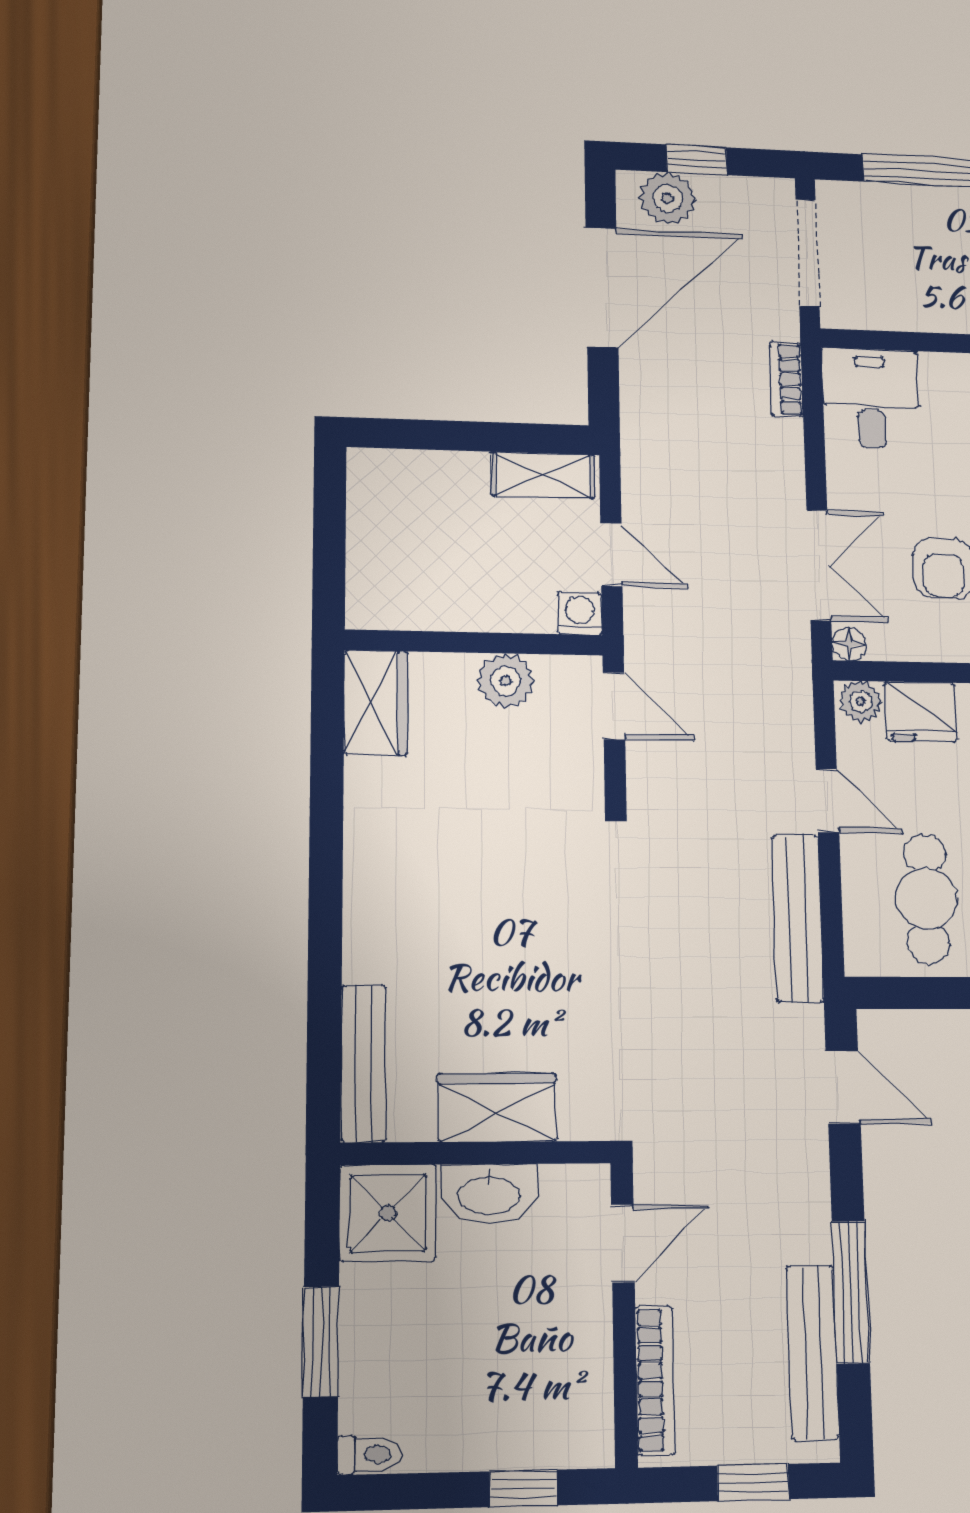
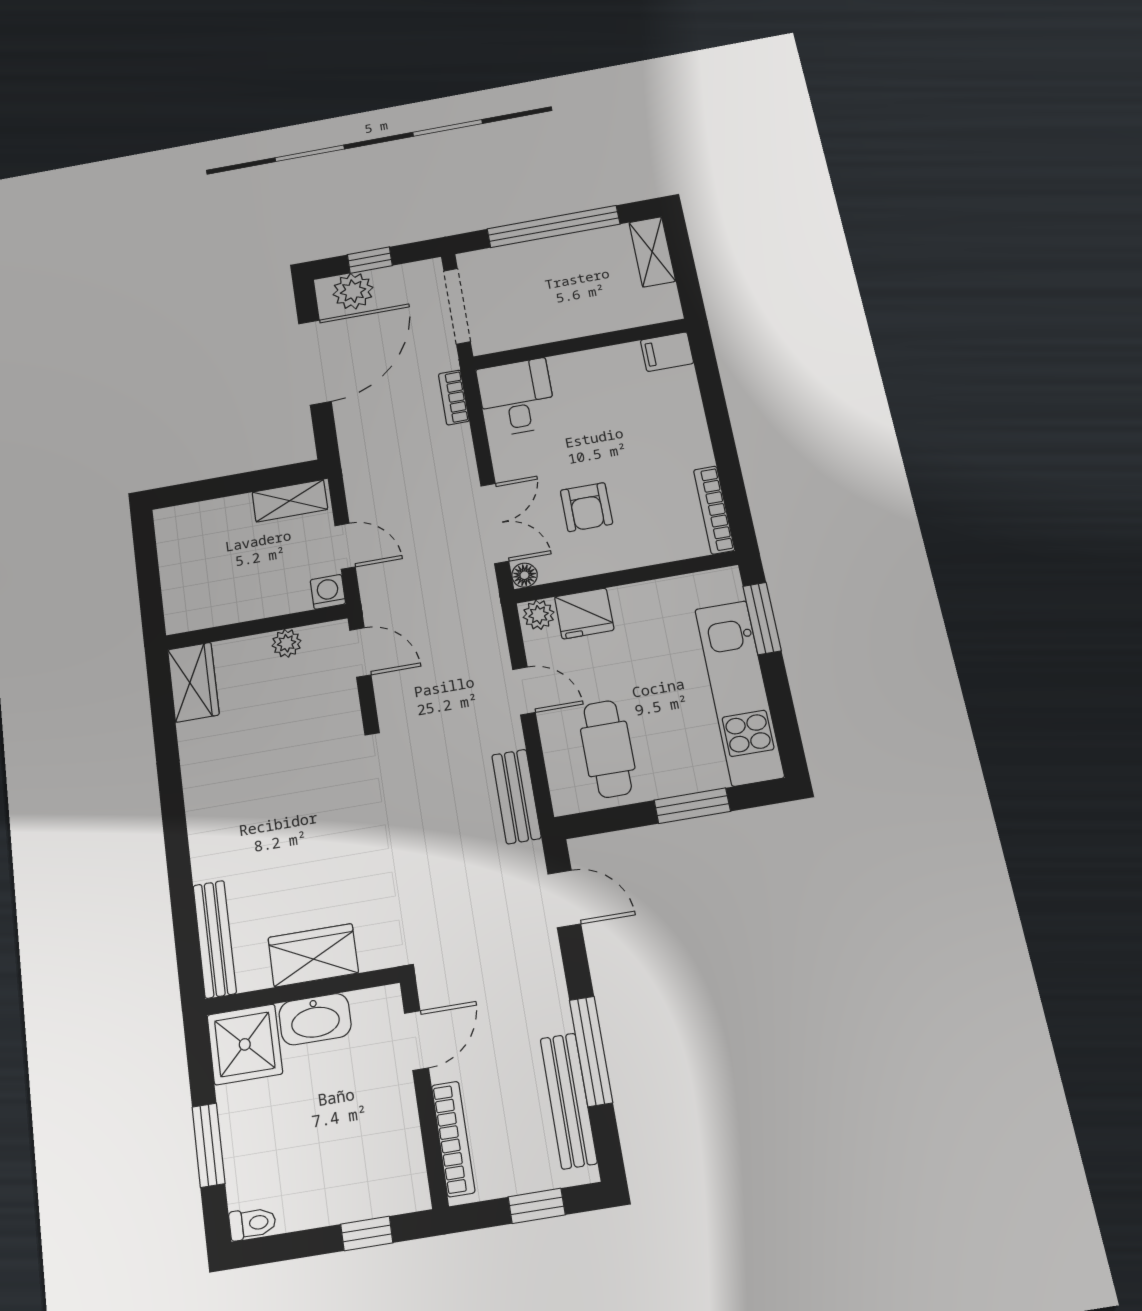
plant: (506, 681) -> (286, 643), width x0.73, depth x0.73
bench: (798, 918) -> (516, 796), width x0.73

